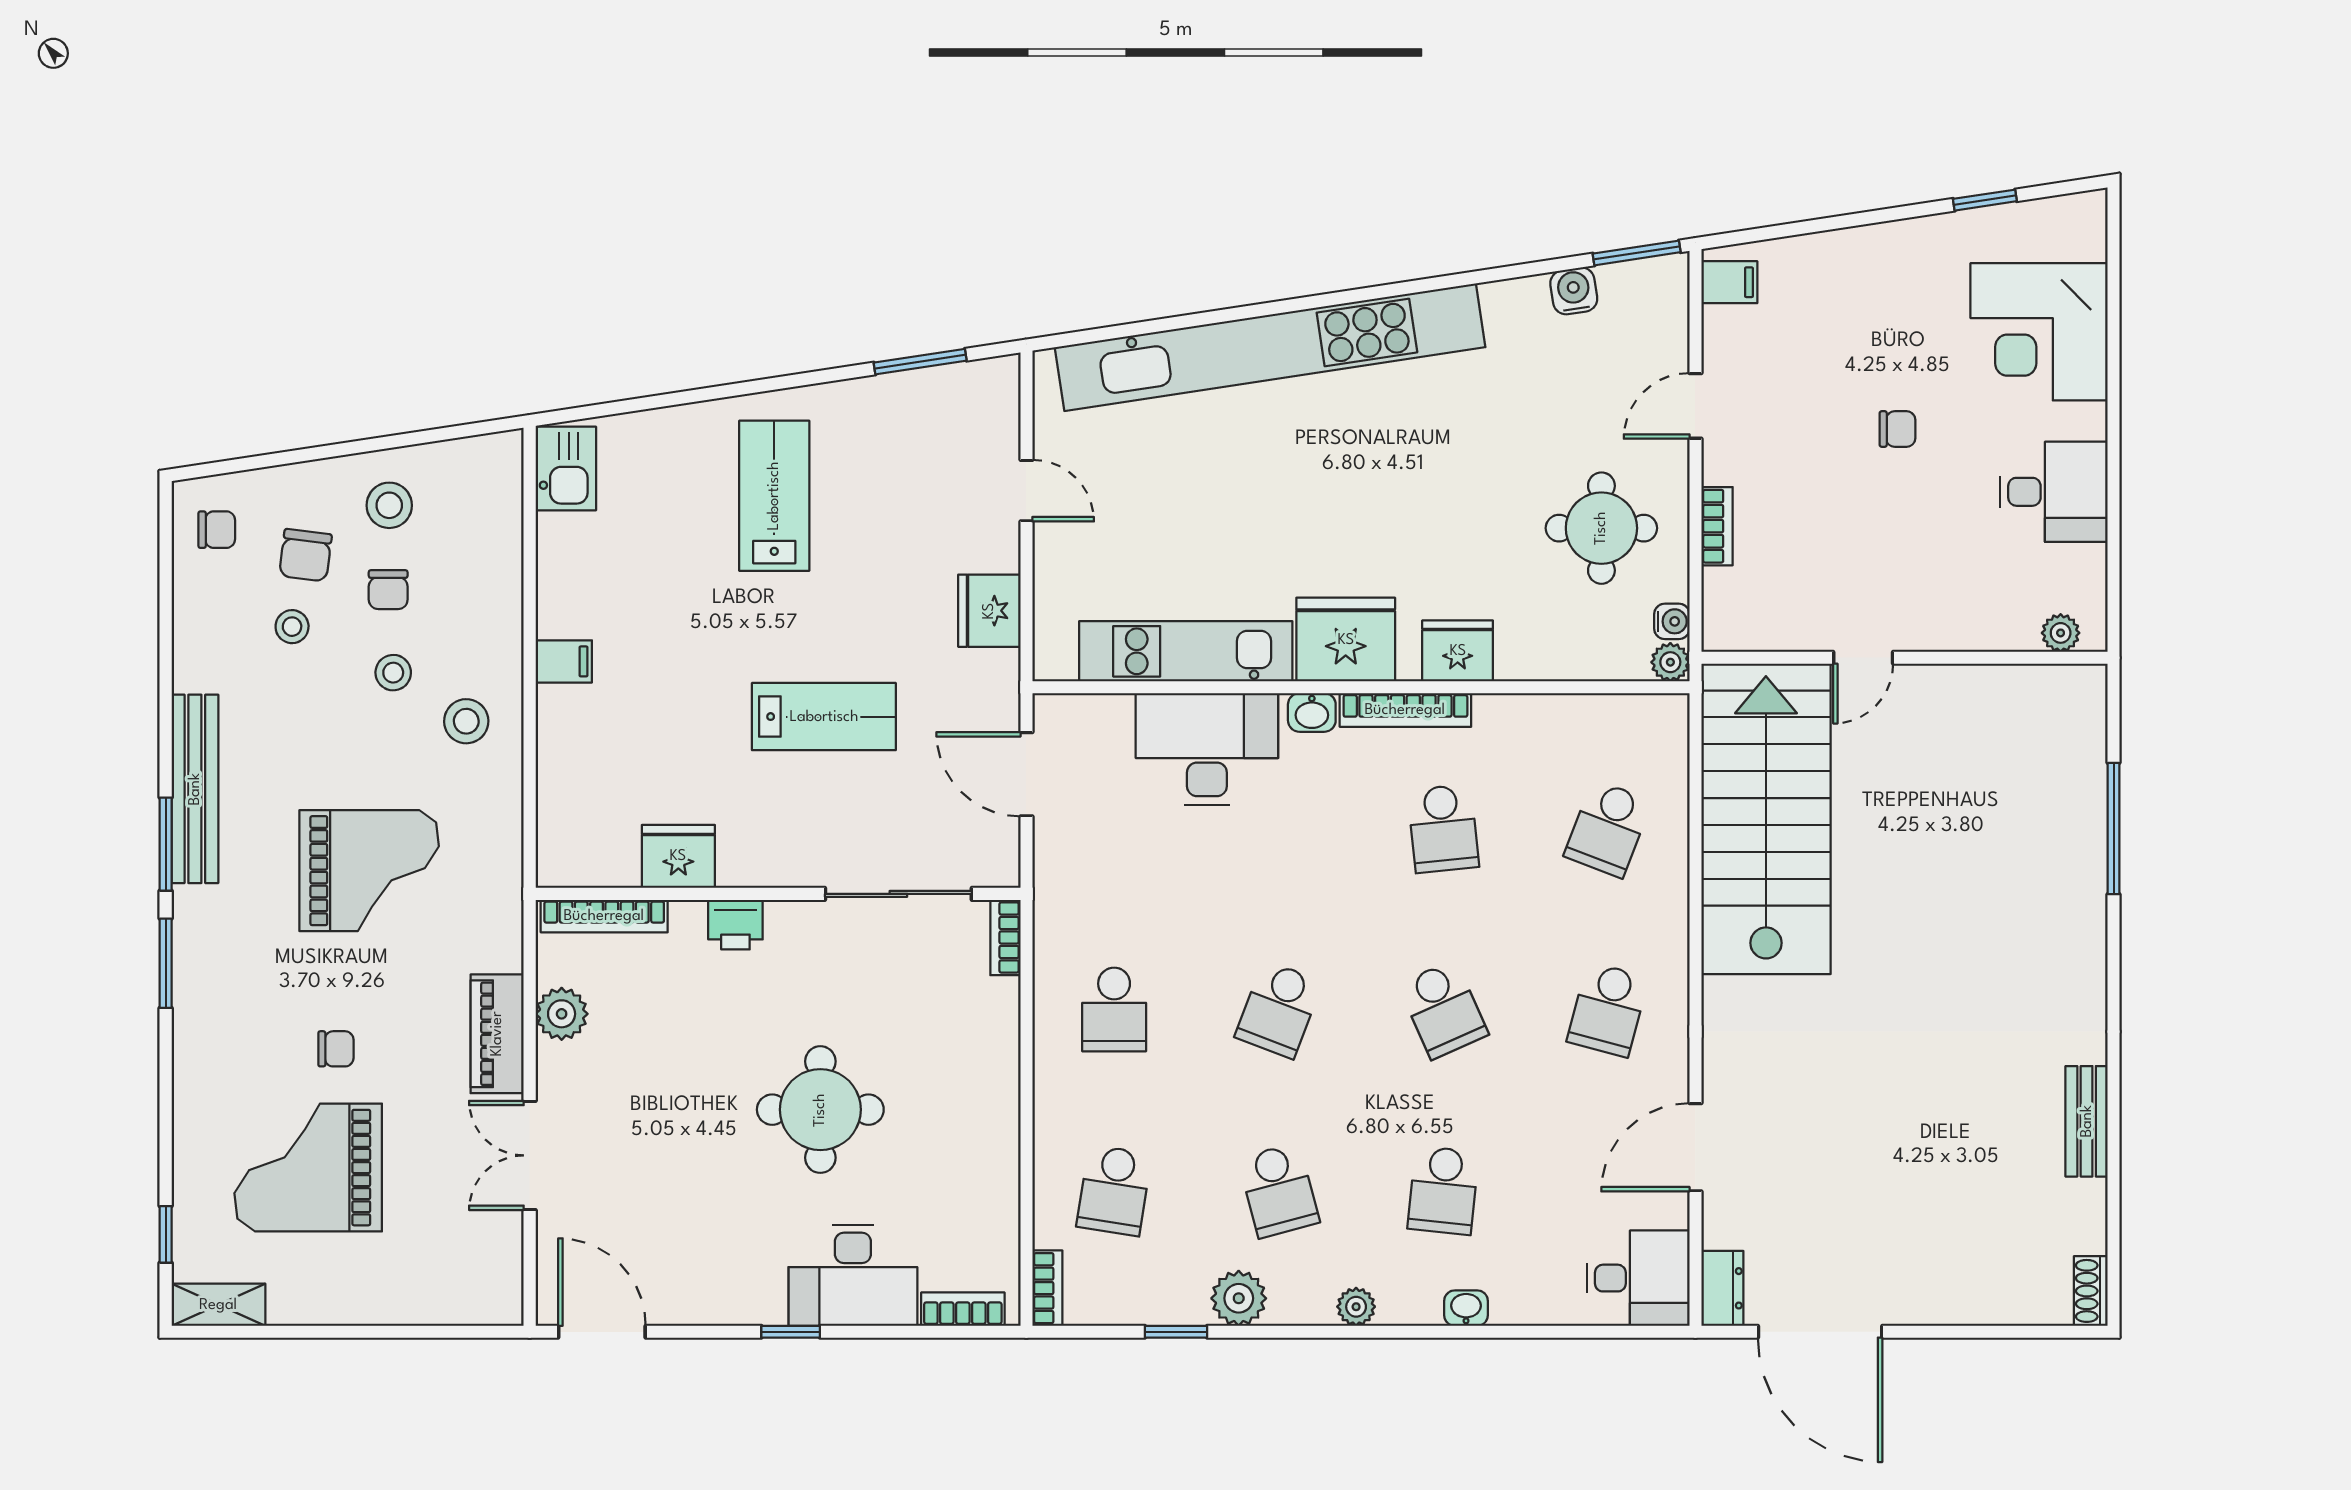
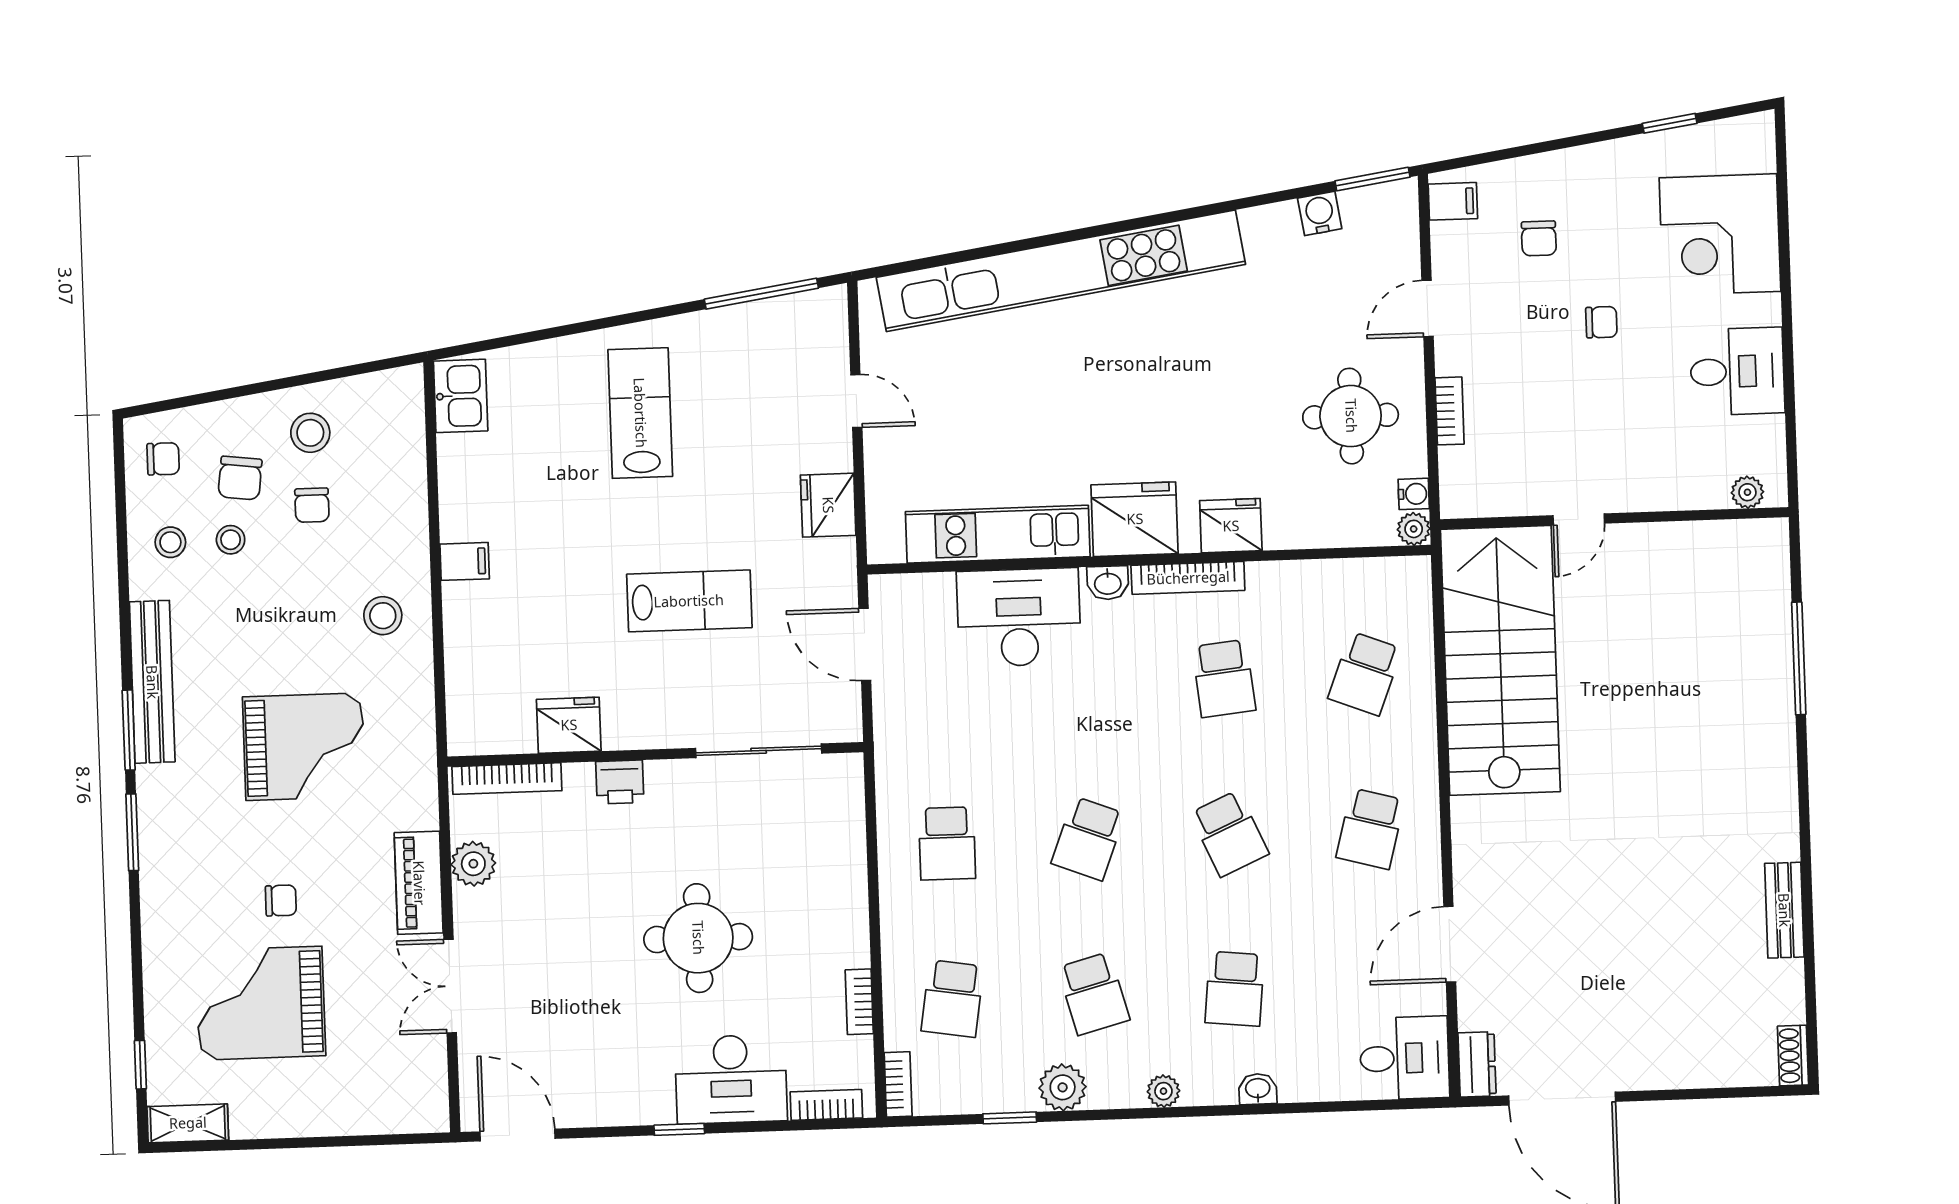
chair: (1828, 329) -> (1539, 238), added
window: (920, 362) -> (761, 294), width x1.44
stool: (393, 673) -> (170, 542), moved
bookcase: (1005, 937) -> (859, 1002), moved

